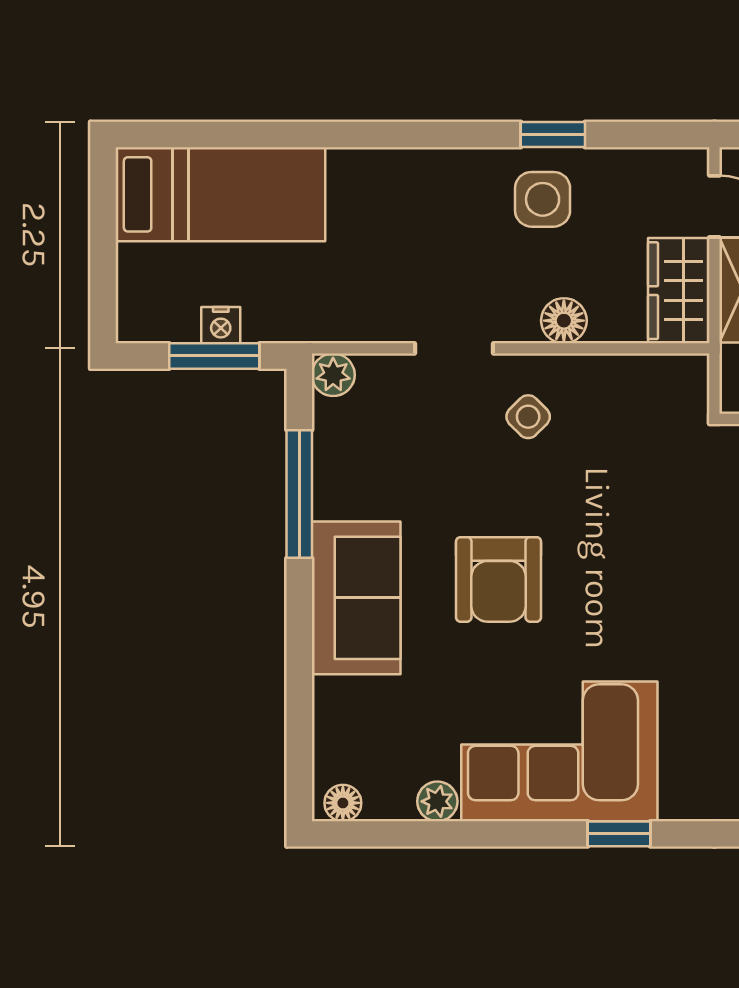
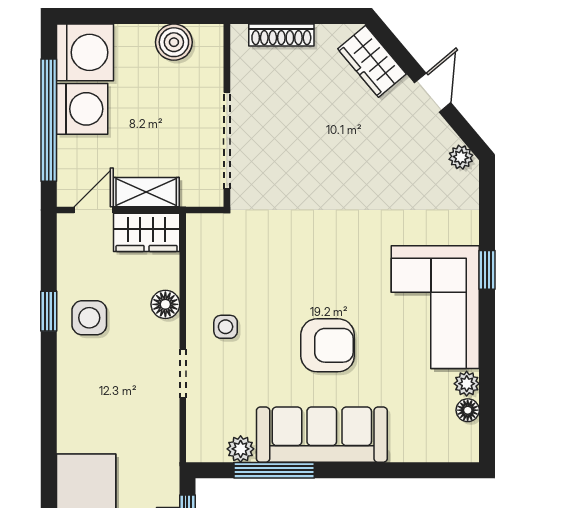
plant: (333, 375) -> (241, 449), moved
side table: (528, 417) -> (226, 327), turned 45
sofa: (356, 598) -> (322, 435), width x1.36
floor lamp: (343, 803) -> (468, 410), moved

